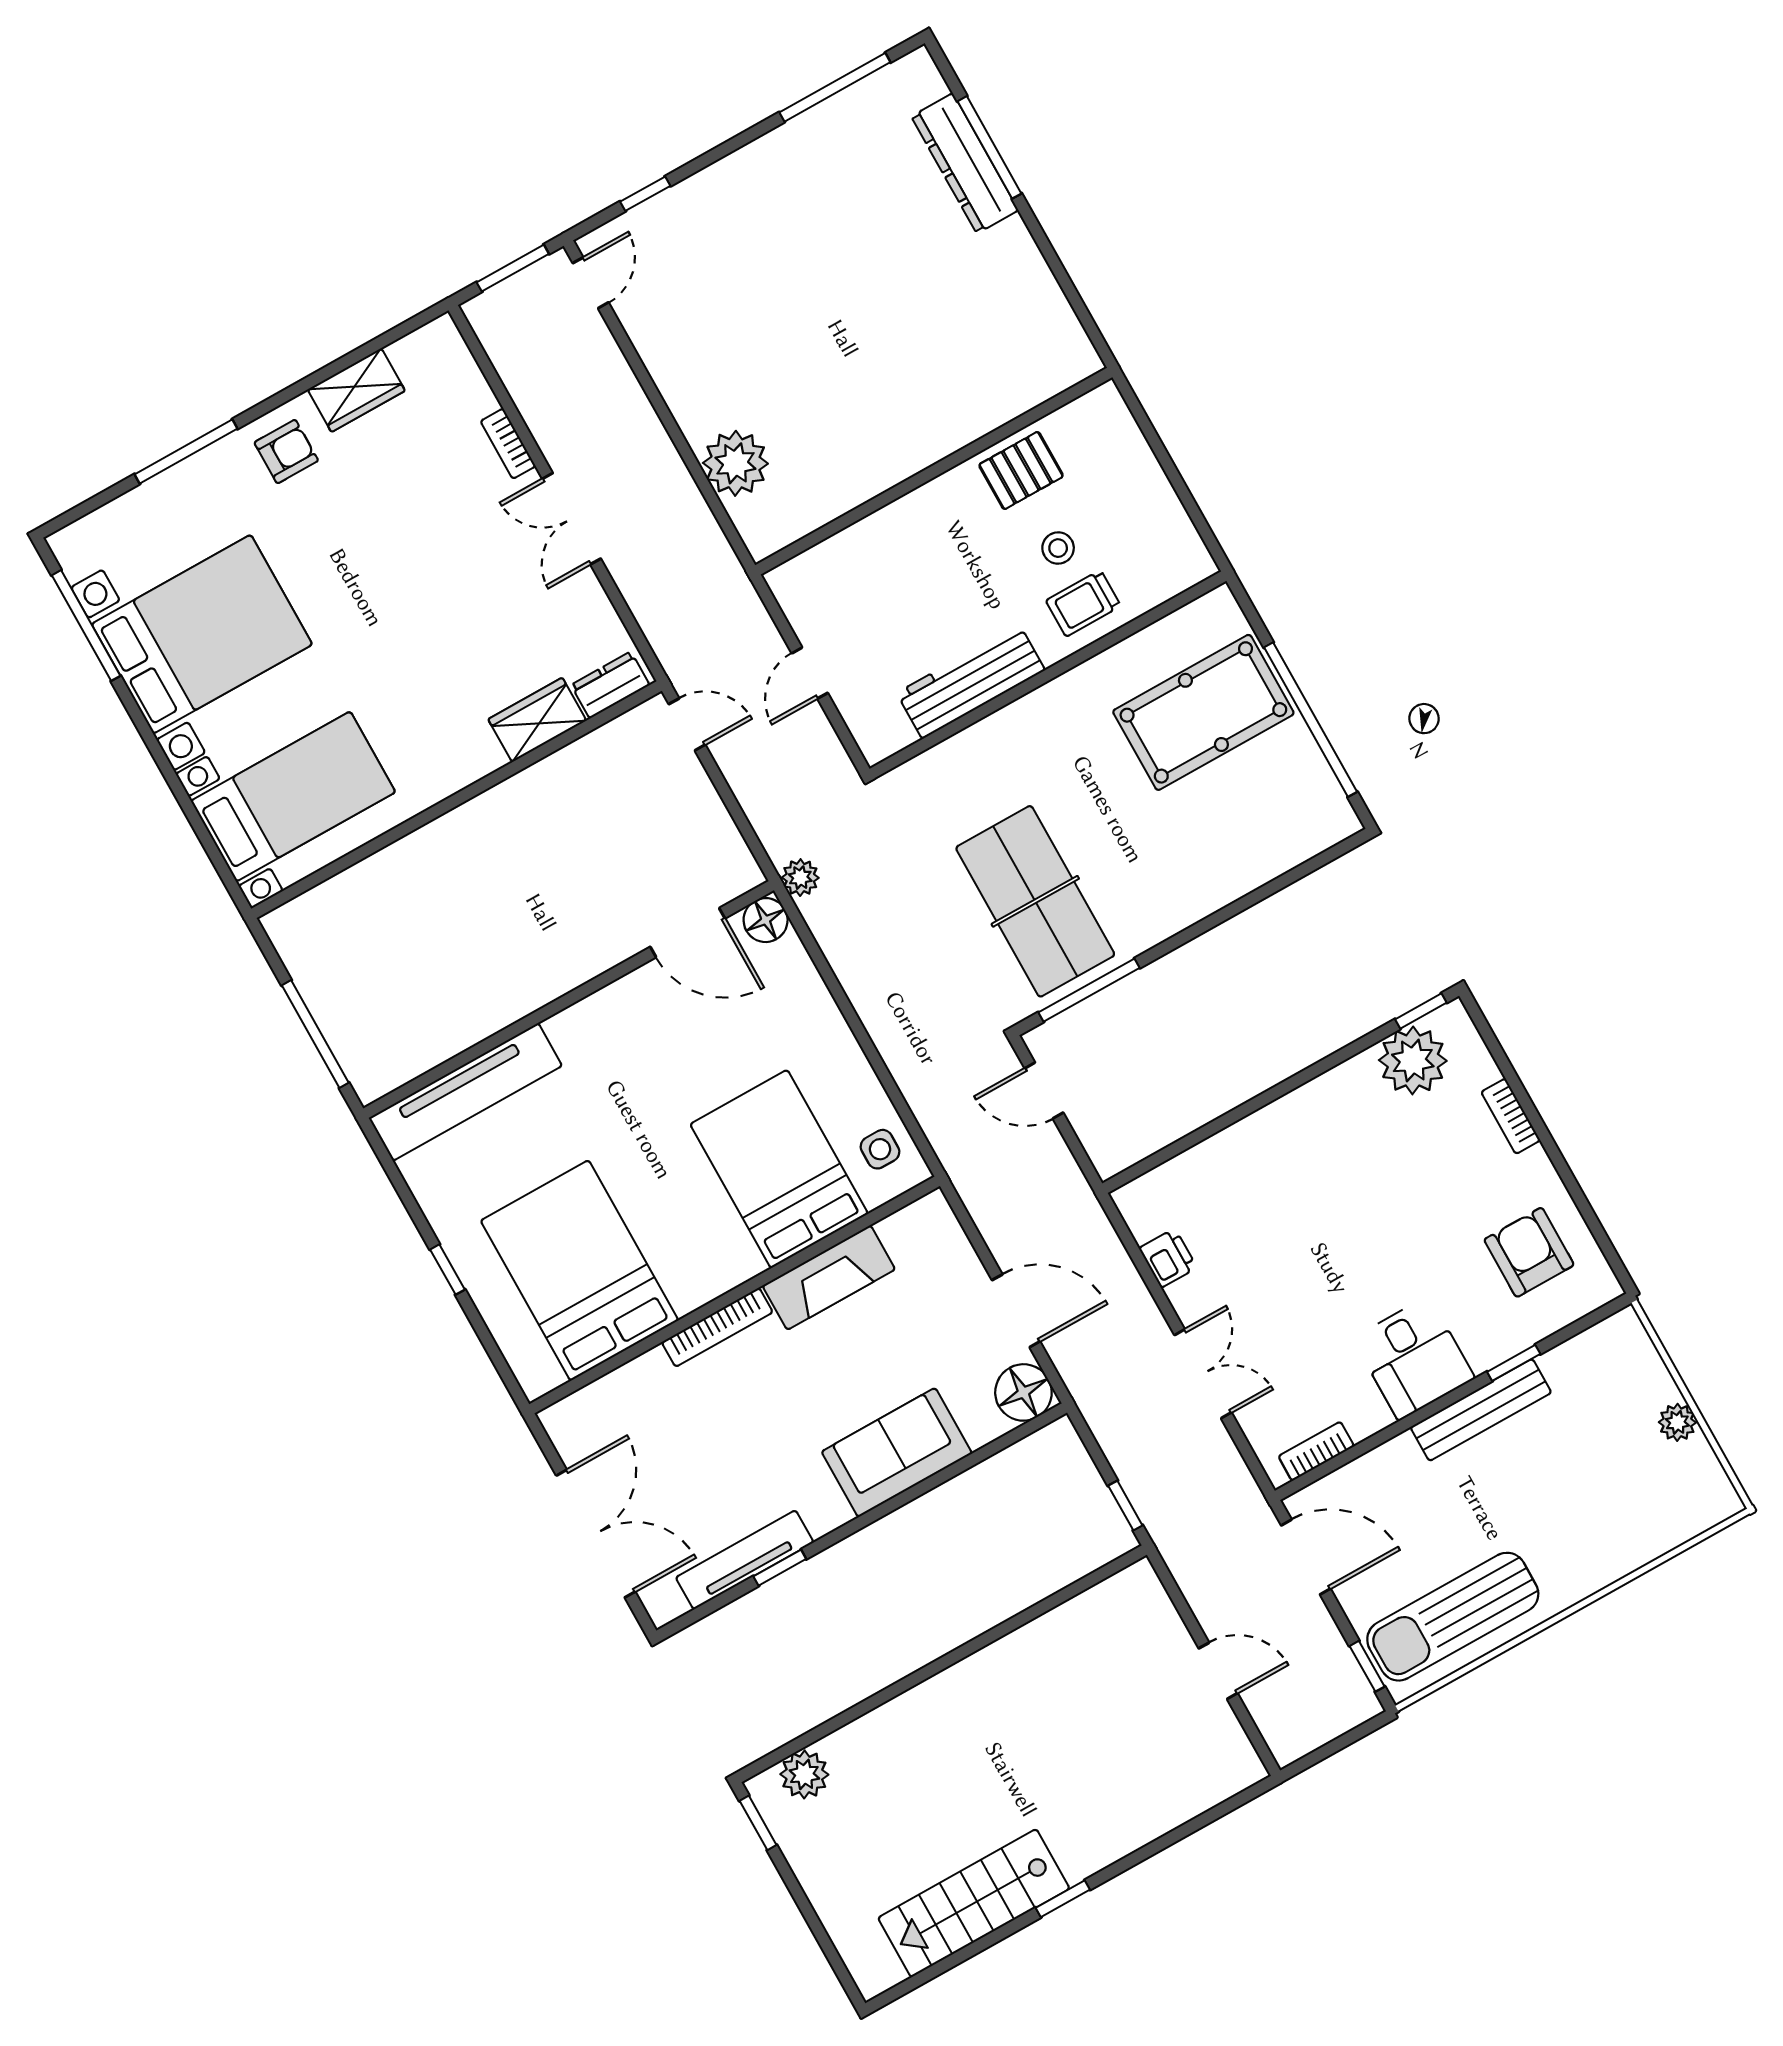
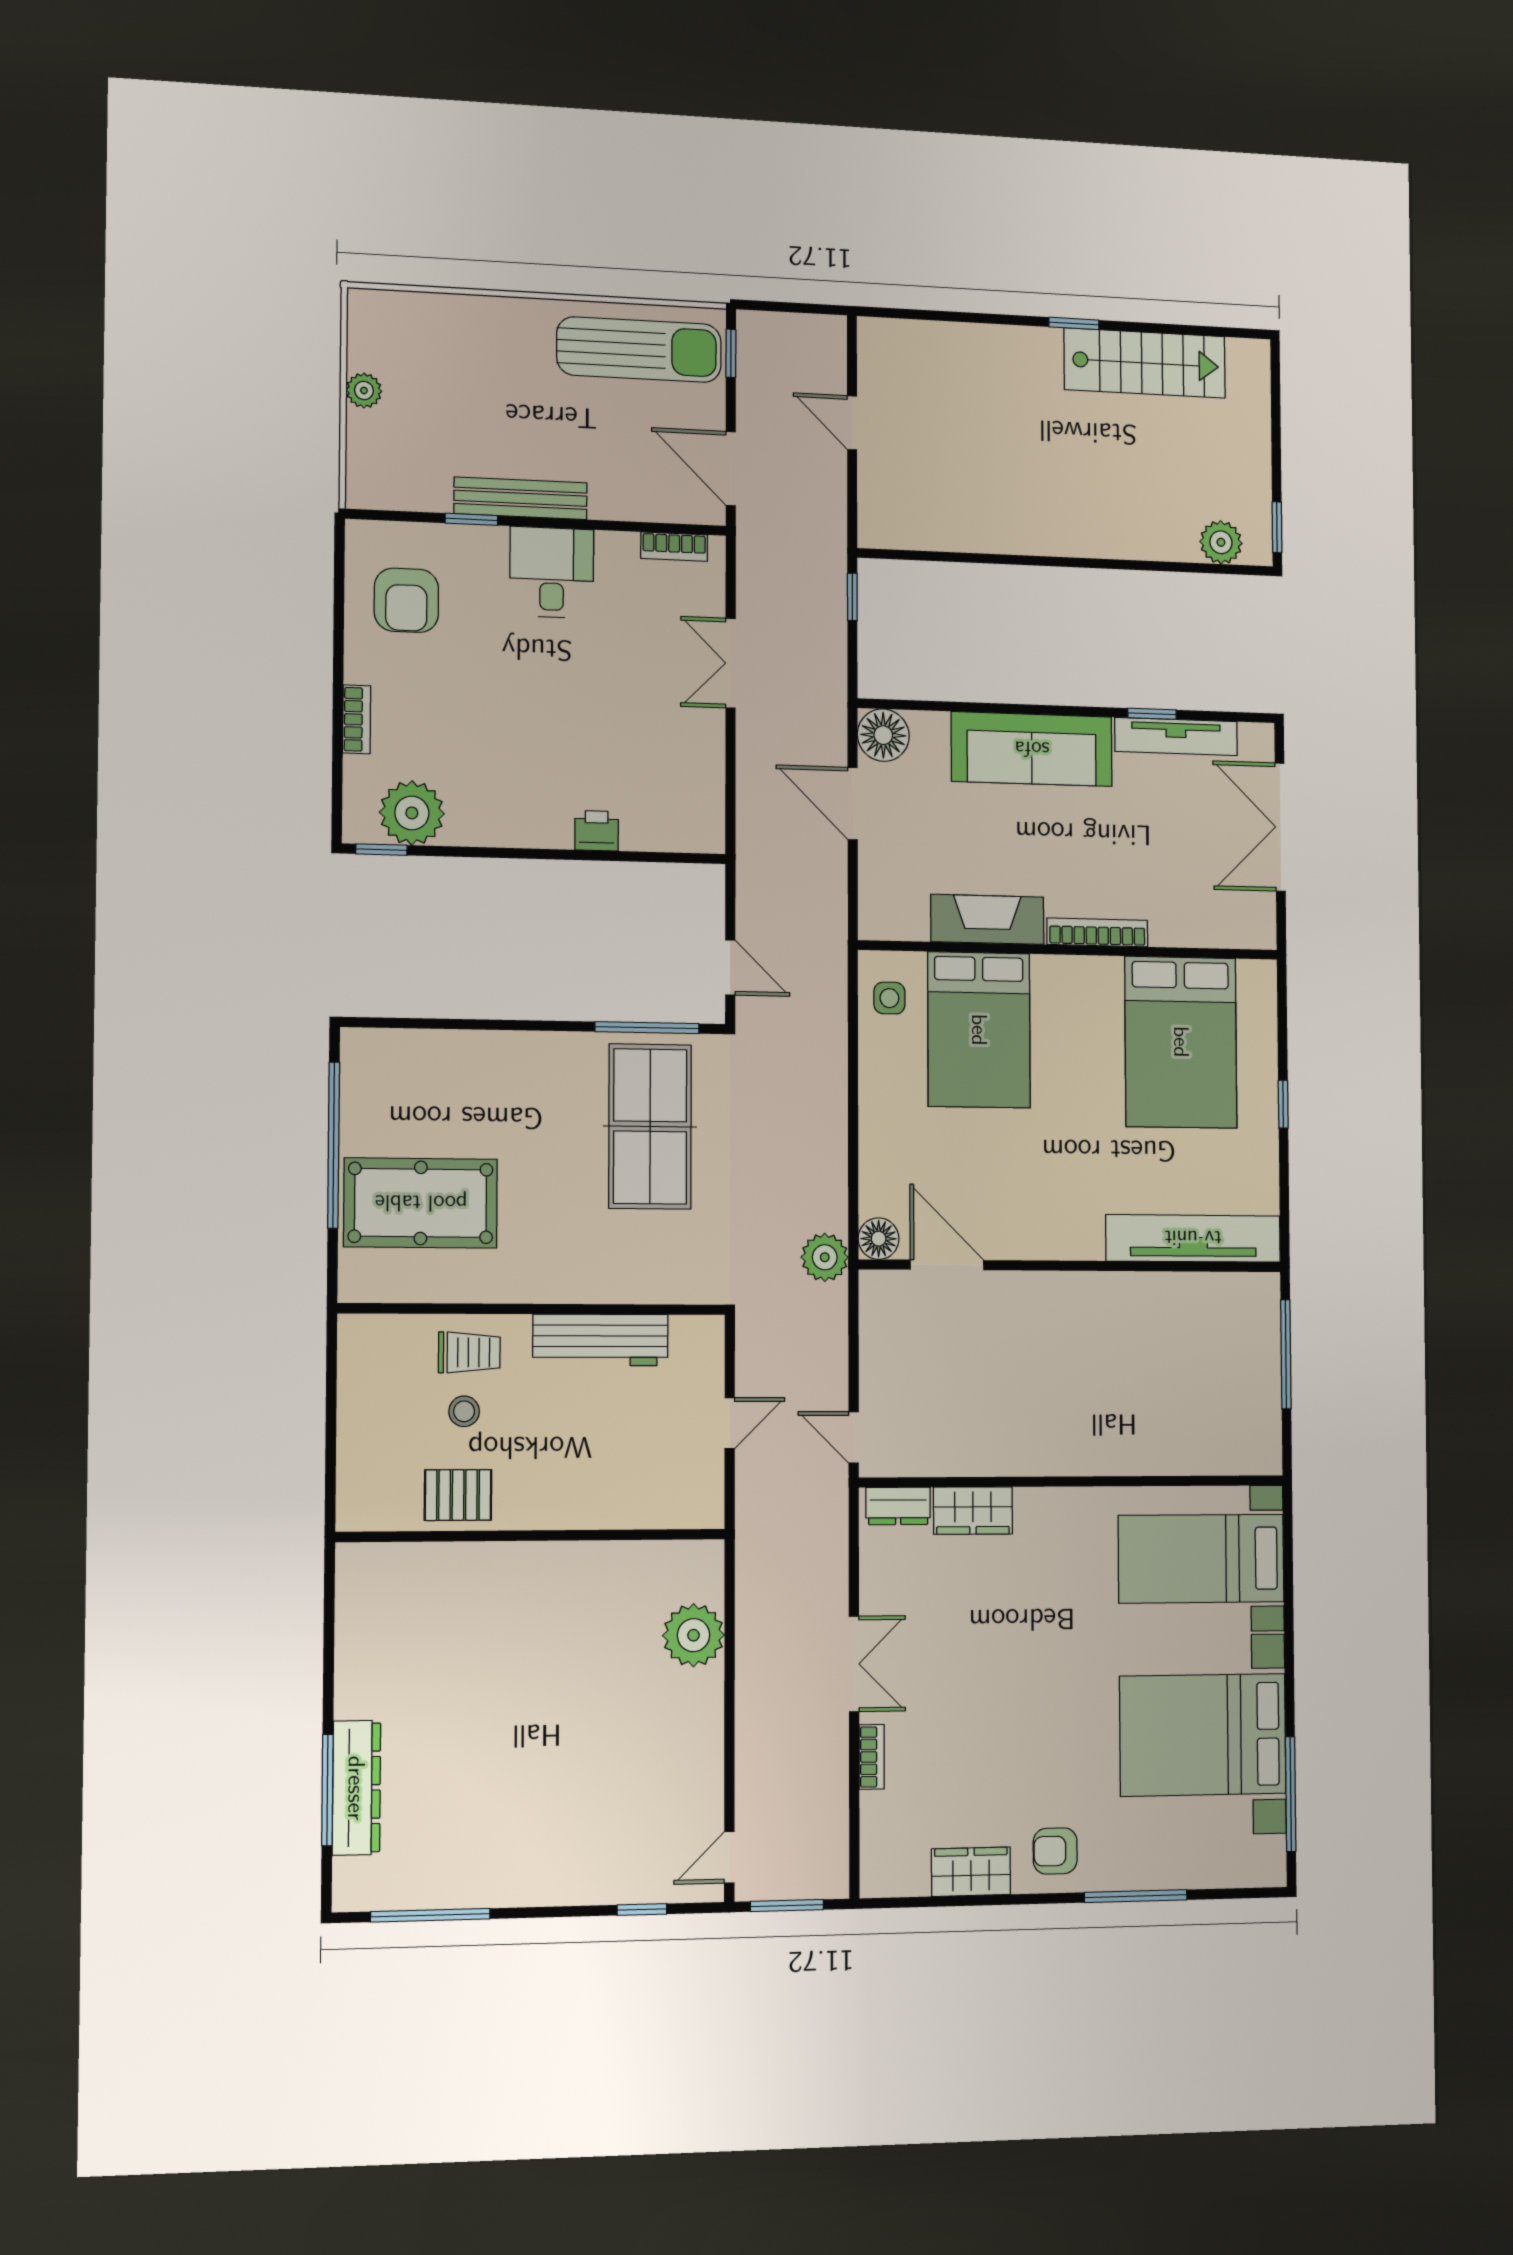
plant: (800, 878) -> (825, 1257), width x1.38, depth x1.38
printer: (1168, 1258) -> (597, 831), moved, turned 90
sofa: (897, 1453) -> (1032, 749), width x1.36

